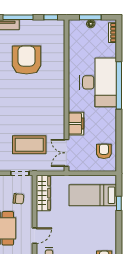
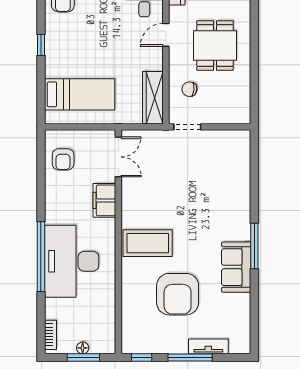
coffee table: (29, 145) -> (148, 243), moved
window: (119, 203) -> (41, 45), moved

